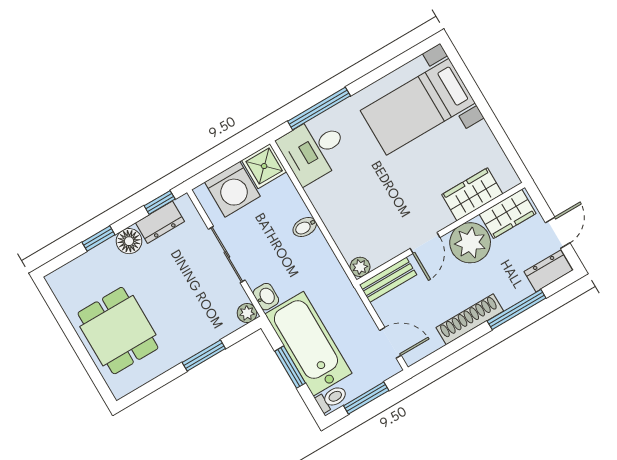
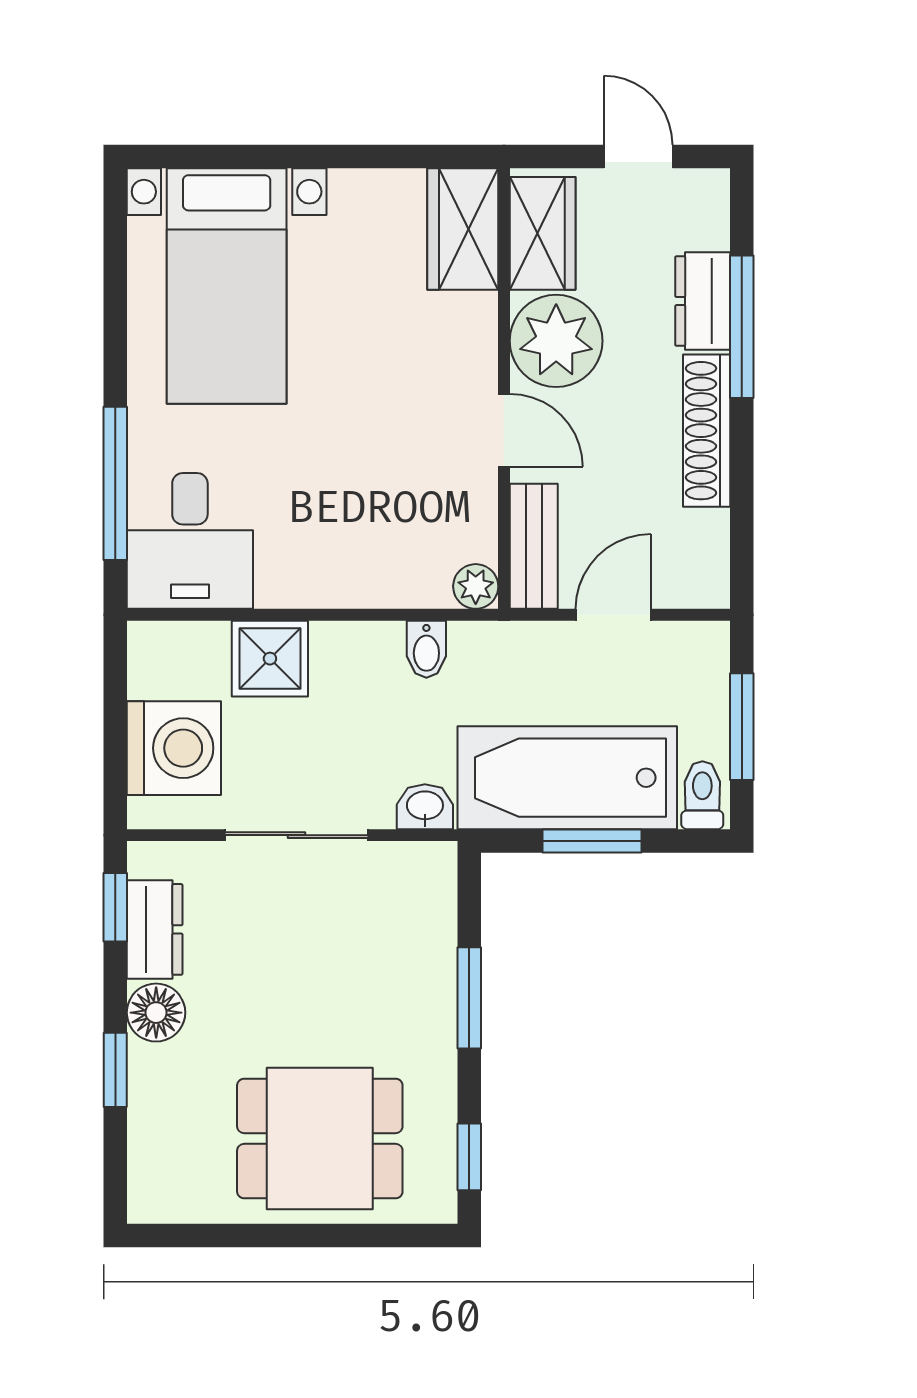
shower: (264, 166) -> (270, 659), moved
wardrobe: (472, 194) -> (463, 229), moved
bidet: (305, 227) -> (426, 649), moved
dresser: (548, 271) -> (703, 301), moved
plant: (247, 313) -> (435, 863), removed
door: (390, 343) -> (613, 615), moved
window: (144, 391) -> (469, 1157), added

